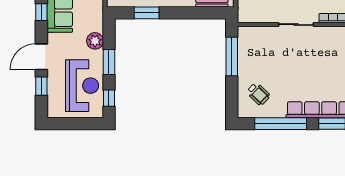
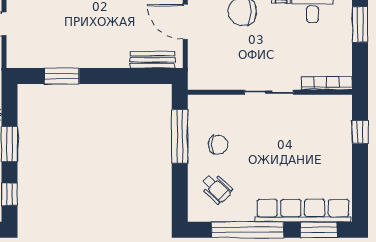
chair: (259, 62) -> (218, 145), added

